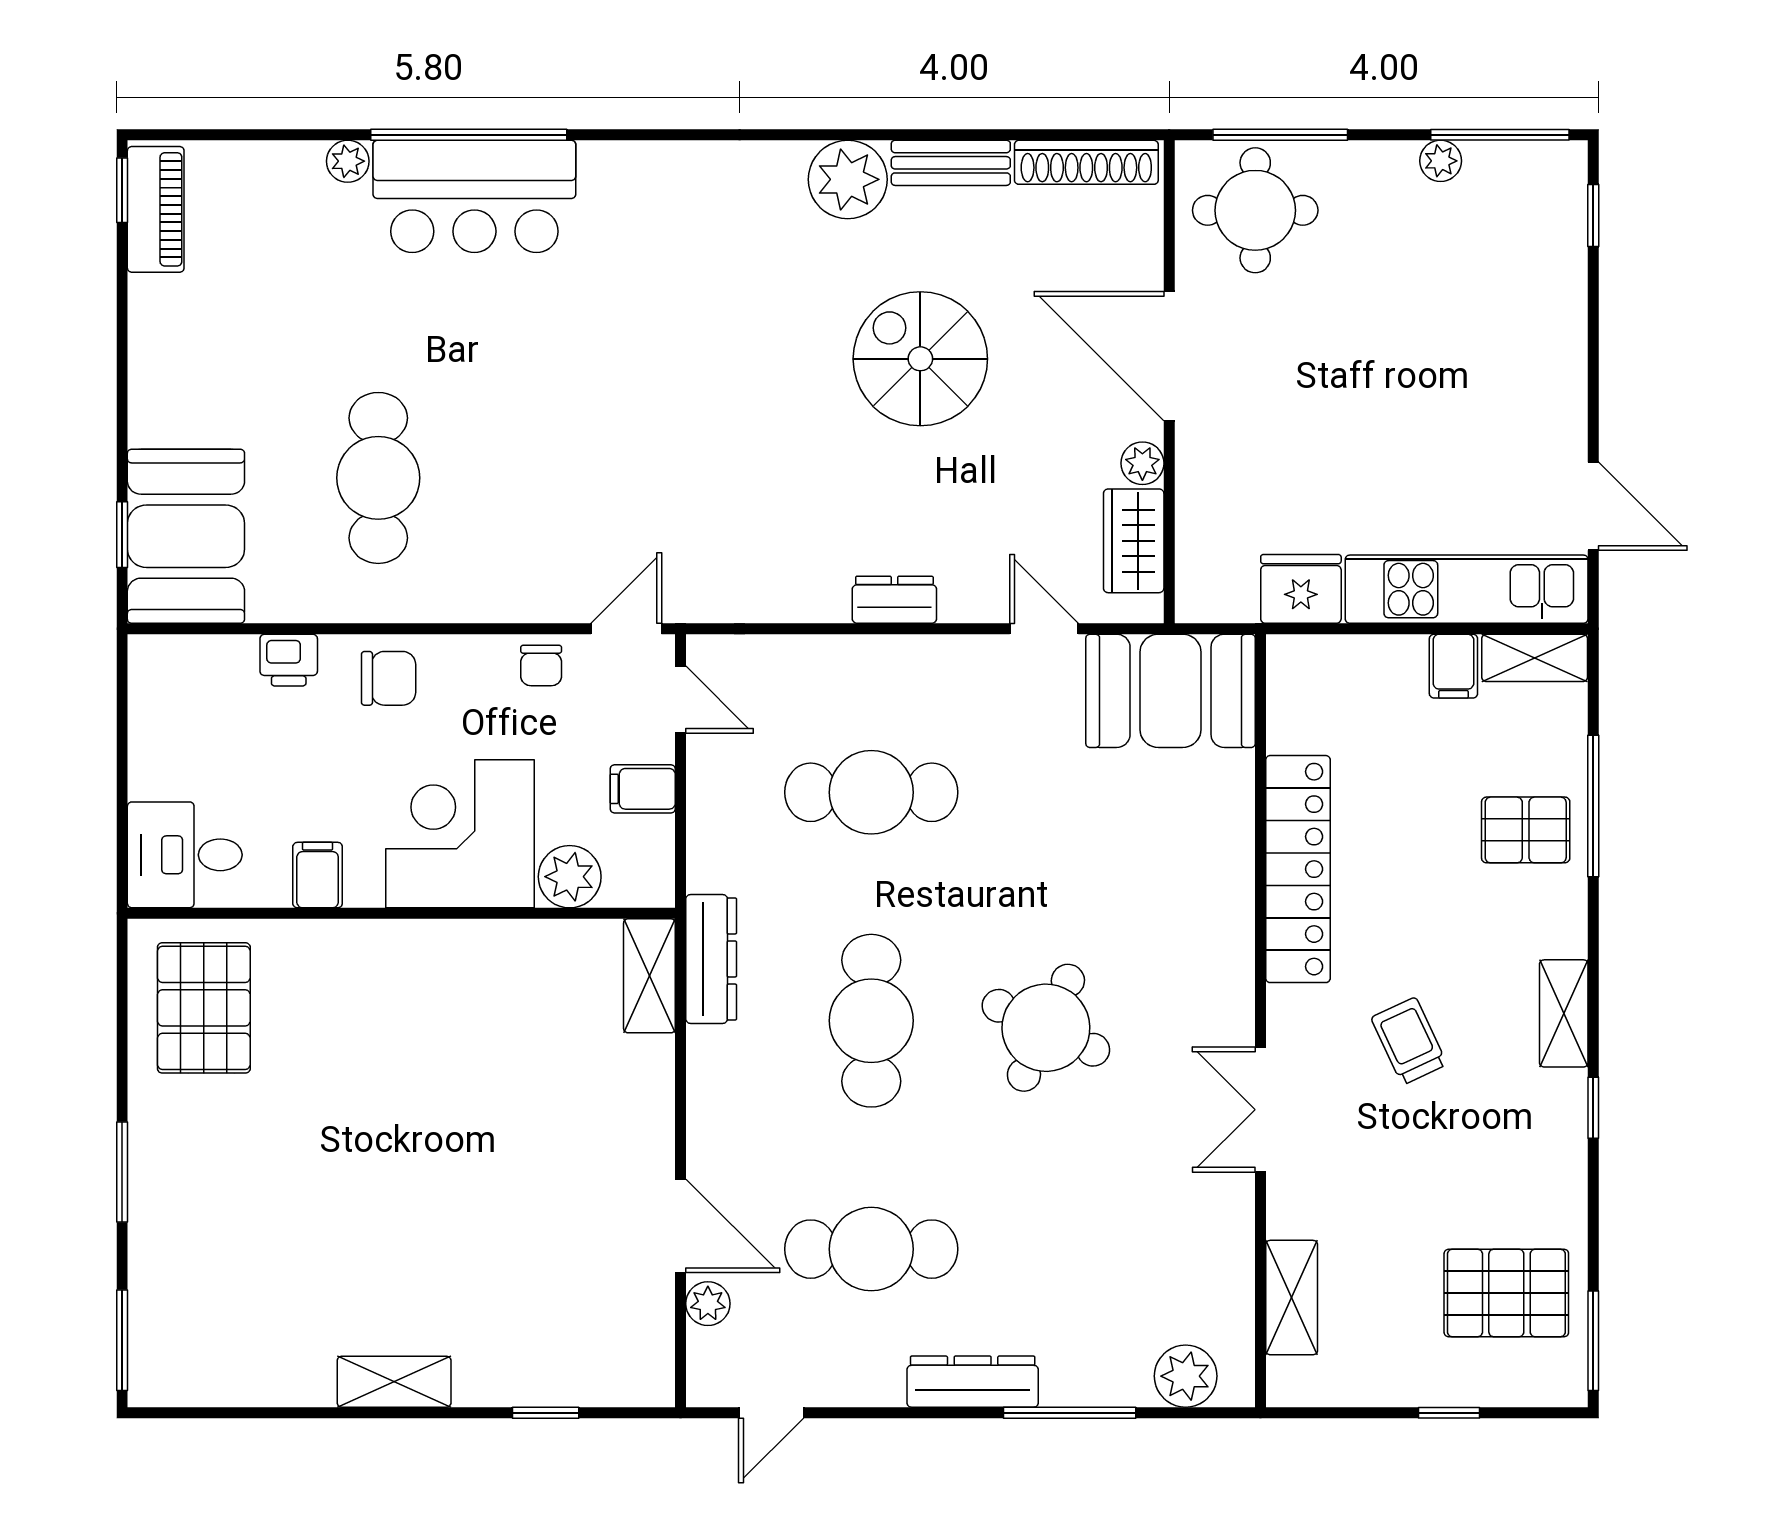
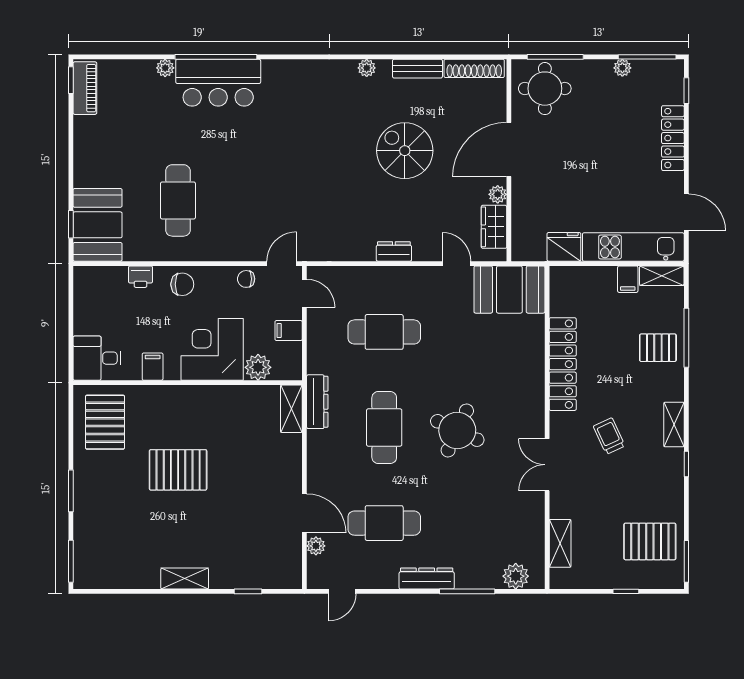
plant: (848, 179) -> (367, 68), width x0.53, depth x0.53
locker: (1561, 329) -> (673, 138), added
door: (1169, 356) -> (509, 150), hinge flipped
chair: (541, 665) -> (246, 279), turned 90
pallet: (379, 1122) -> (178, 470), added

